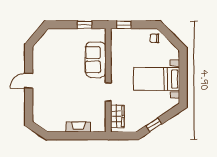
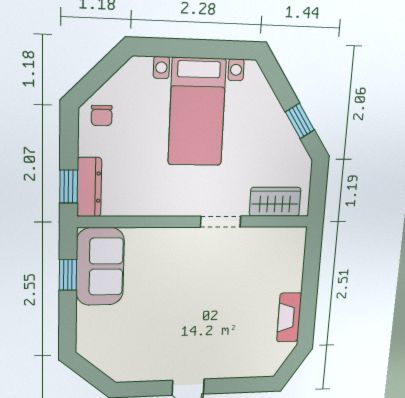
dresser: (124, 34) -> (89, 187), added
sofa: (96, 60) -> (100, 267), moved, turned -90
fireplace: (78, 127) -> (289, 317), moved

